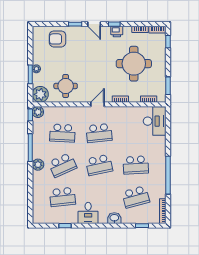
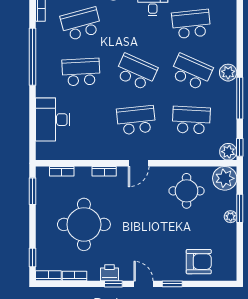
desk: (155, 121) -> (53, 120), moved
school desk: (62, 165) -> (191, 72), turned 48
school desk: (99, 165) -> (136, 72), turned 36

